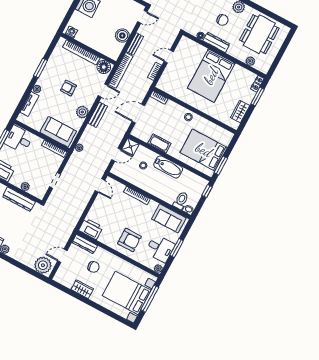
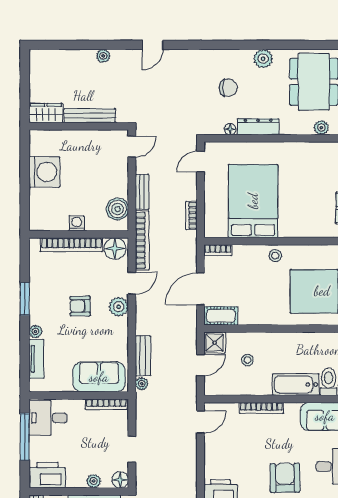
chair: (222, 20) -> (228, 88), moved
washing machine: (71, 32) -> (77, 223), moved
boiler: (122, 35) -> (117, 209), moved
door: (169, 56) -> (200, 162), moved
bed: (211, 76) -> (253, 201), moved, turned 180
plant: (82, 112) -> (119, 307), moved
bench: (98, 115) -> (143, 356), moved
cot: (159, 143) -> (221, 316), moved
bathtub: (168, 167) -> (296, 384), moved, turned 180
door: (100, 185) -> (200, 422), hinge flipped
floor lamp: (40, 193) -> (120, 480), added
armchair: (129, 240) -> (285, 478), turned -91

